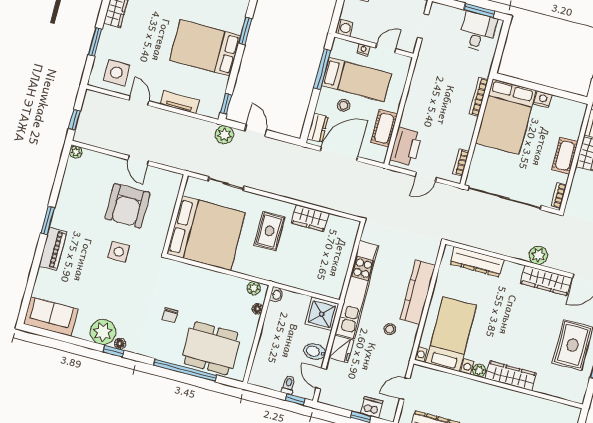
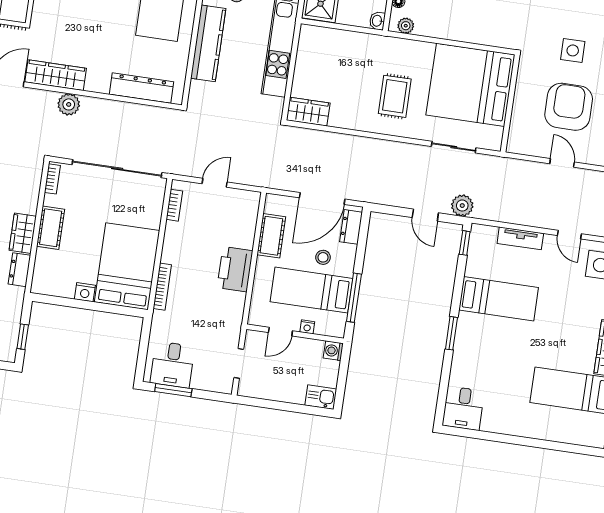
bed: (205, 48) -> (499, 299), width x0.67
printer: (406, 146) -> (235, 269), moved
wardrobe: (310, 218) -> (308, 112), moved

